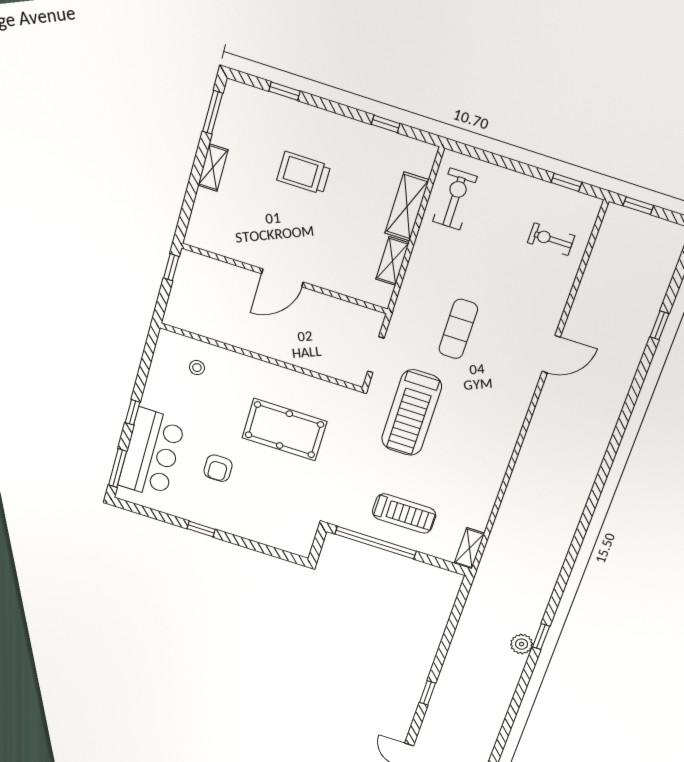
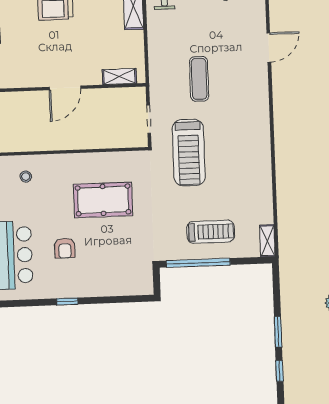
shelving: (392, 261) -> (119, 77), moved, turned 90
door: (551, 354) -> (269, 47), moved
window: (442, 651) -> (278, 332), added

